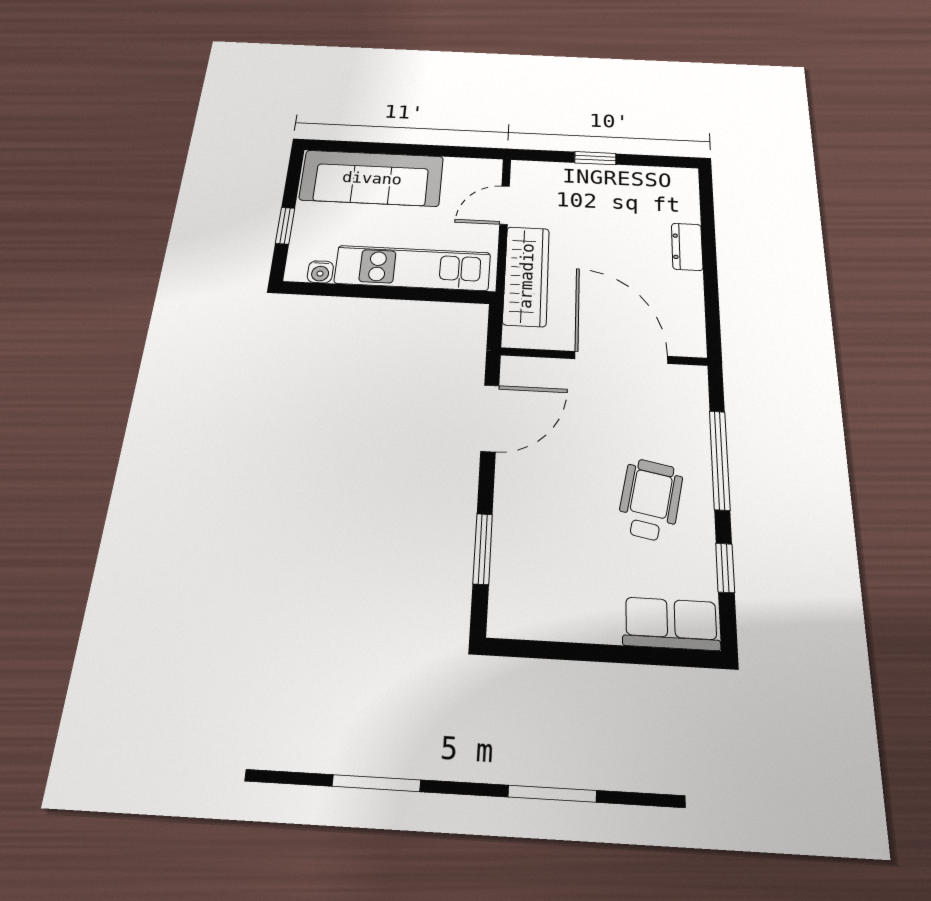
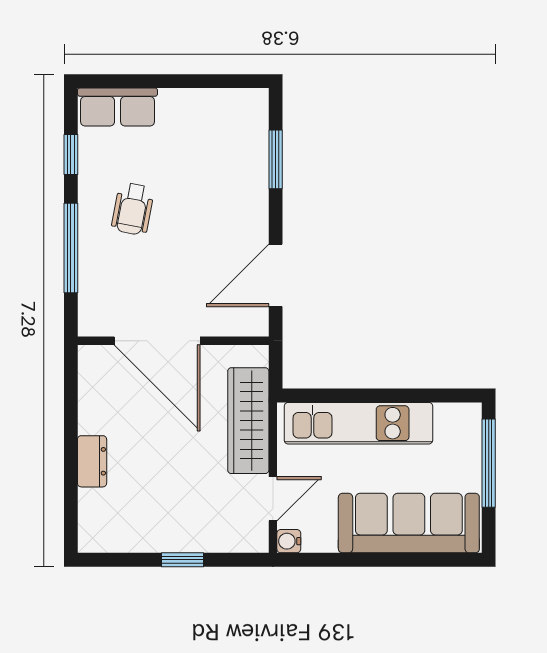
window: (285, 226) -> (489, 463), width x2.17
water cooler: (320, 272) -> (289, 541), moved, turned -90
wheelchair: (650, 500) -> (133, 209), width x0.73, depth x0.73

